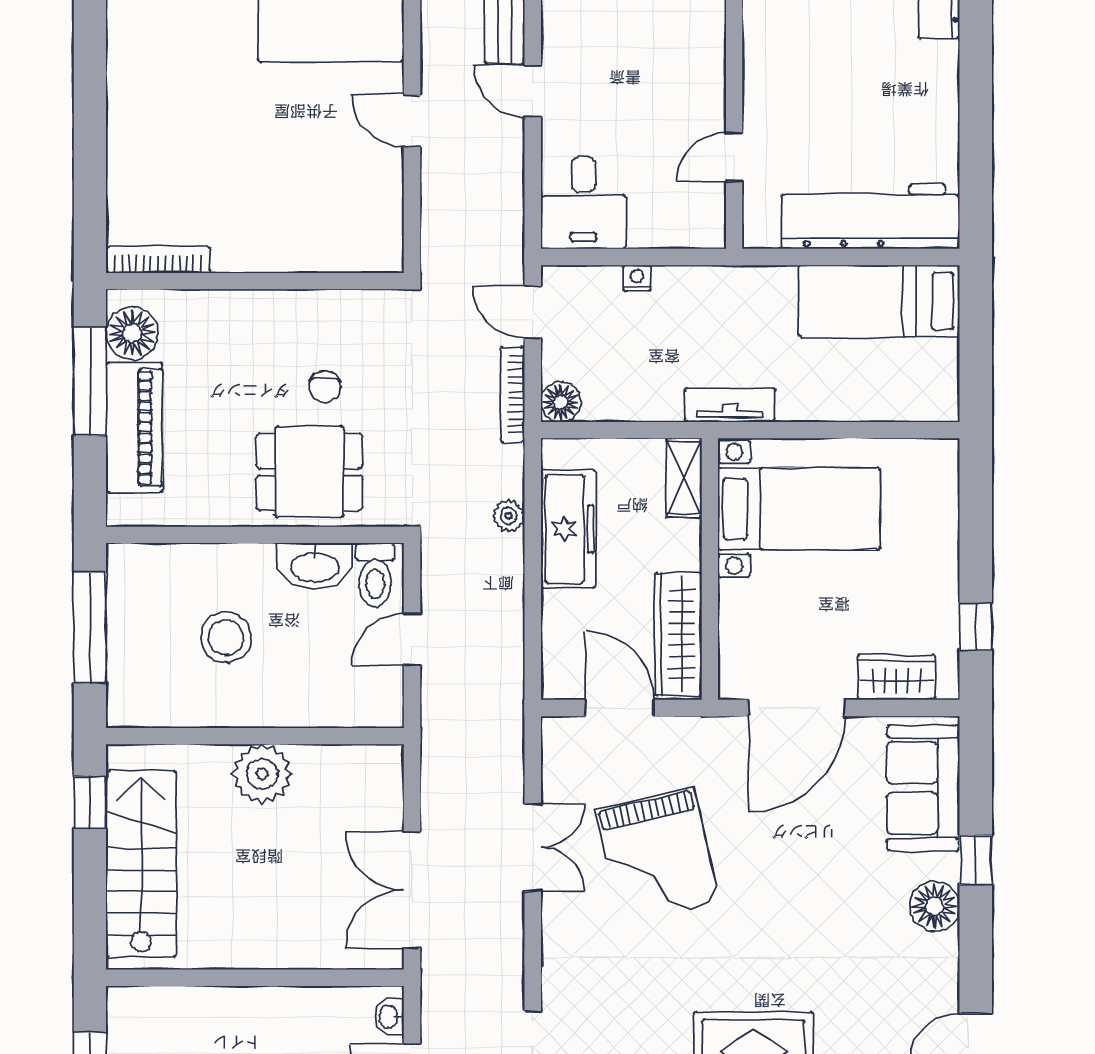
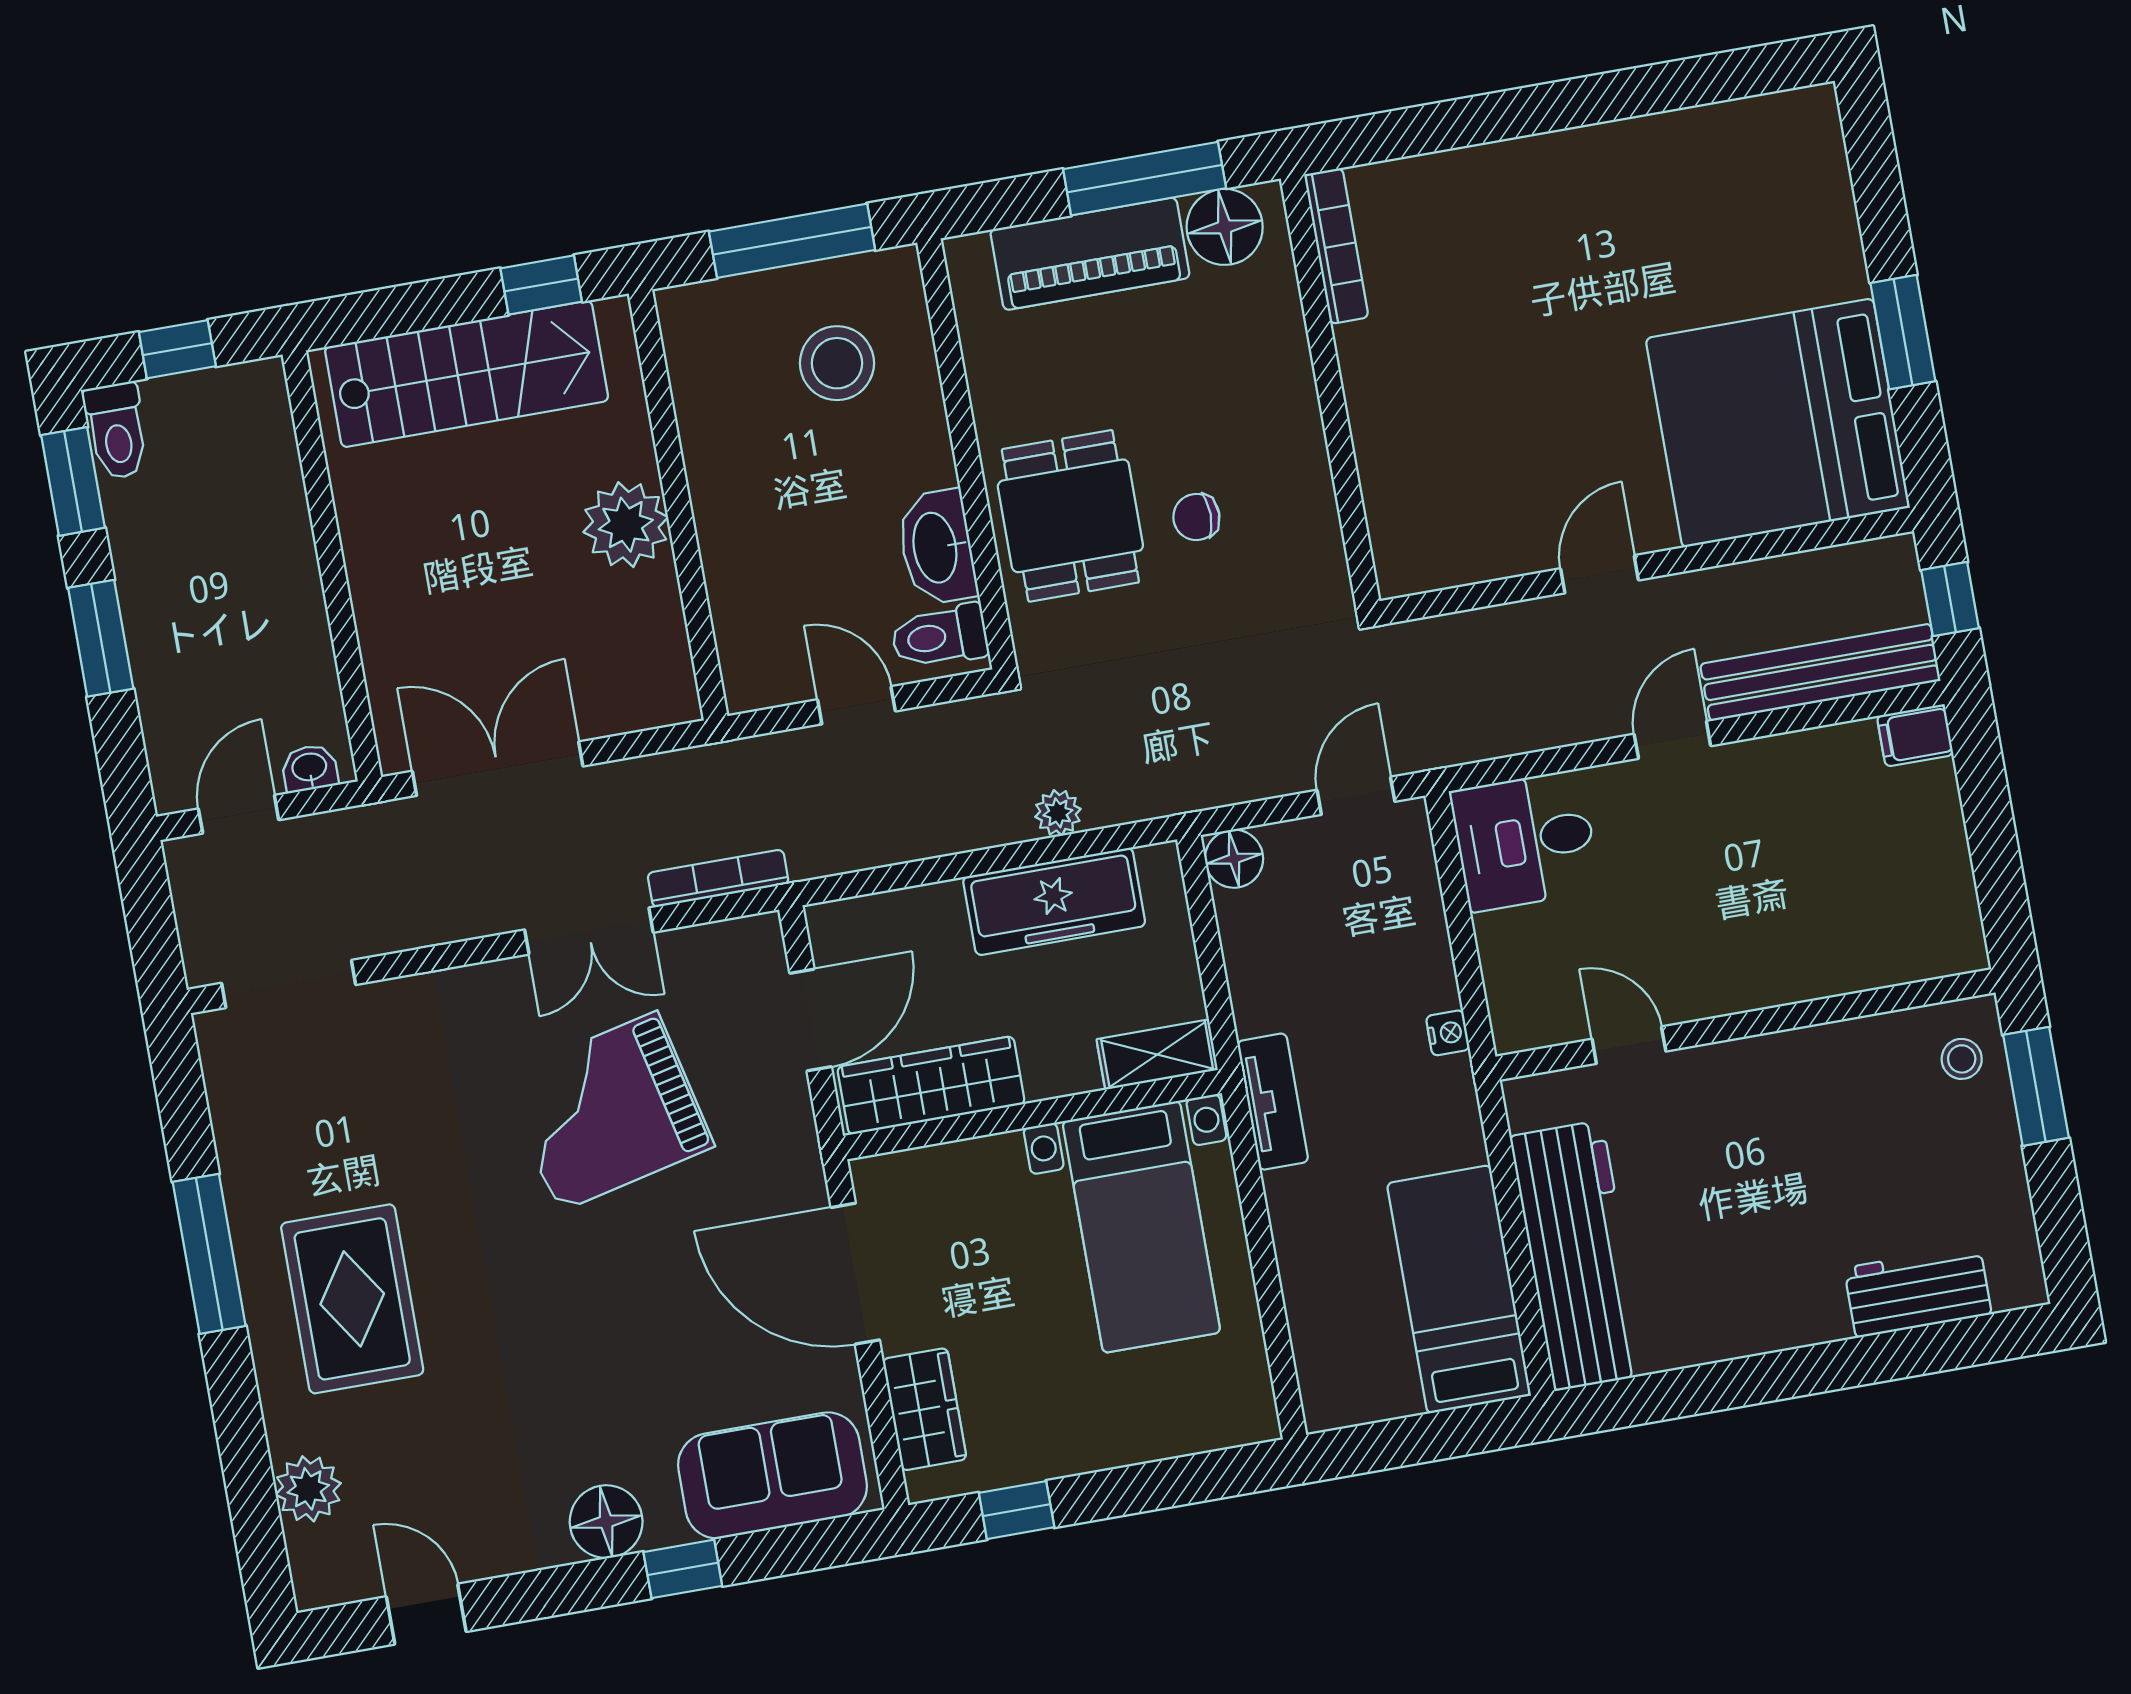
nightstand: (637, 278) -> (1448, 1033), moved
bookcase: (513, 395) -> (718, 878), moved
stool: (226, 637) -> (837, 363), moved

